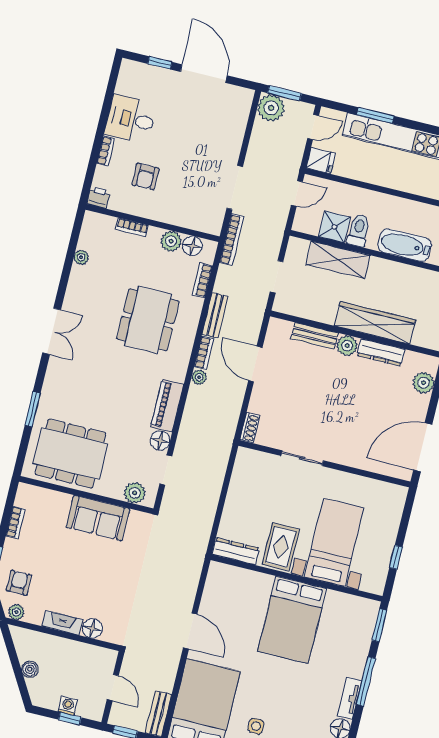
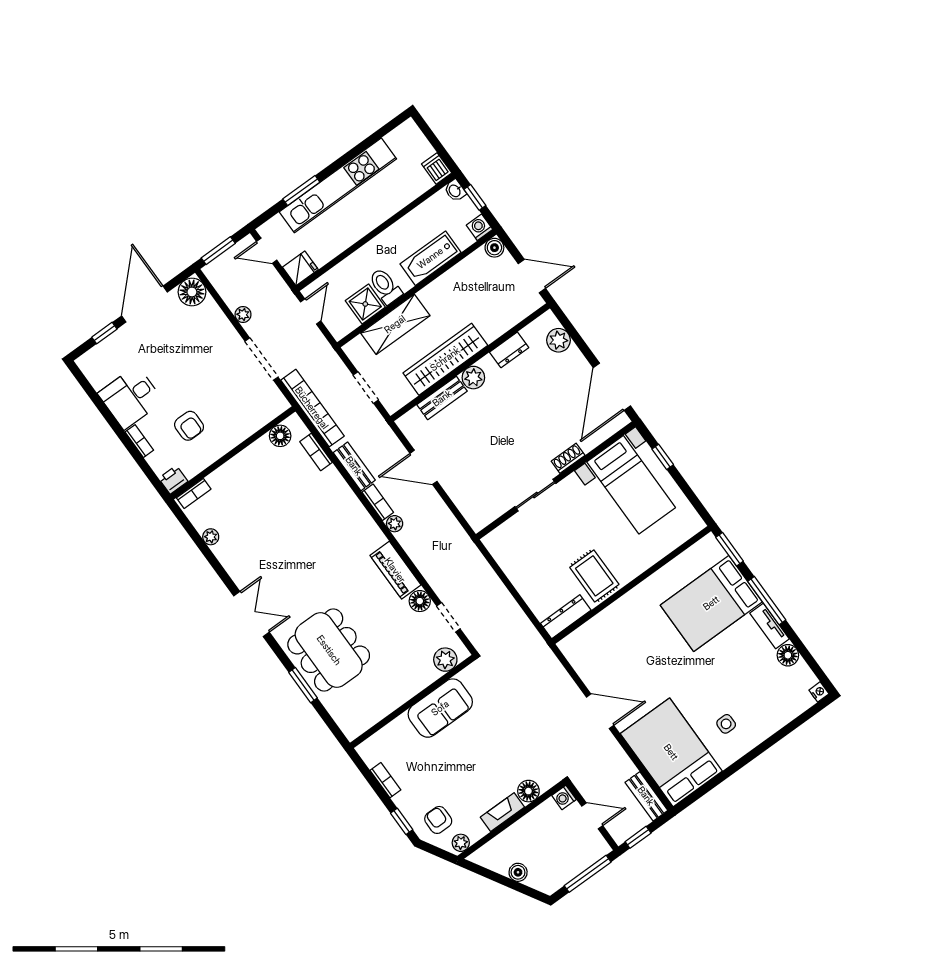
door: (204, 74) -> (145, 304), hinge flipped
floor lamp: (240, 99) -> (192, 292), added
plant: (271, 108) -> (243, 314), moved, width x0.53, depth x0.53
door: (313, 127) -> (267, 251), swing flipped
bookcase: (132, 227) -> (194, 493), moved
bookcase: (232, 240) -> (312, 408), width x1.48, depth x1.31
plant: (171, 241) -> (261, 450), removed
dining table: (148, 320) -> (310, 526), removed
wardrobe: (375, 323) -> (445, 359), moved
dresser: (381, 352) -> (509, 350), width x0.70
shoe rack: (250, 428) -> (568, 458), moved, turned -90
dining table: (70, 454) -> (329, 650), moved, turned 90
bed with nightstands: (334, 542) -> (631, 485), moved, turned 180
window: (396, 557) -> (663, 457), moved
bed: (292, 620) -> (711, 603), moved, turned 90
washing machine: (68, 706) -> (564, 797), moved, turned -90
window: (70, 719) -> (588, 874), width x2.17

